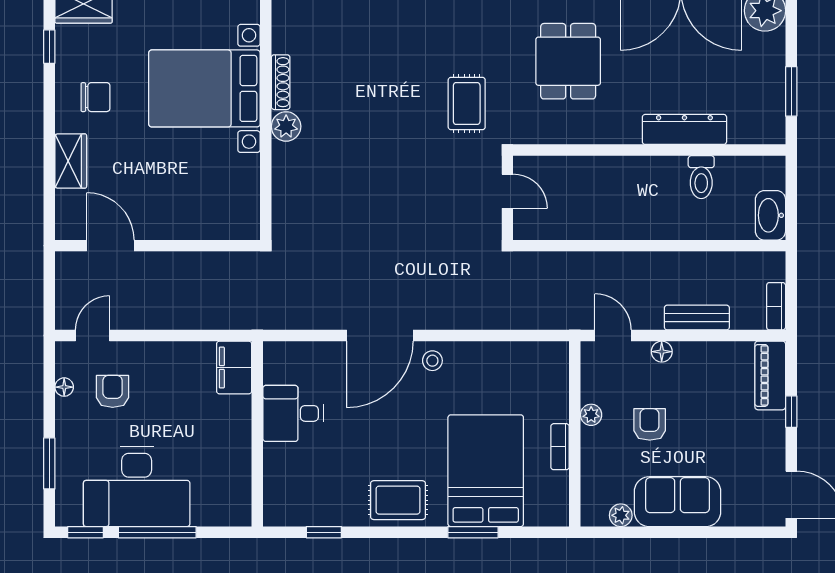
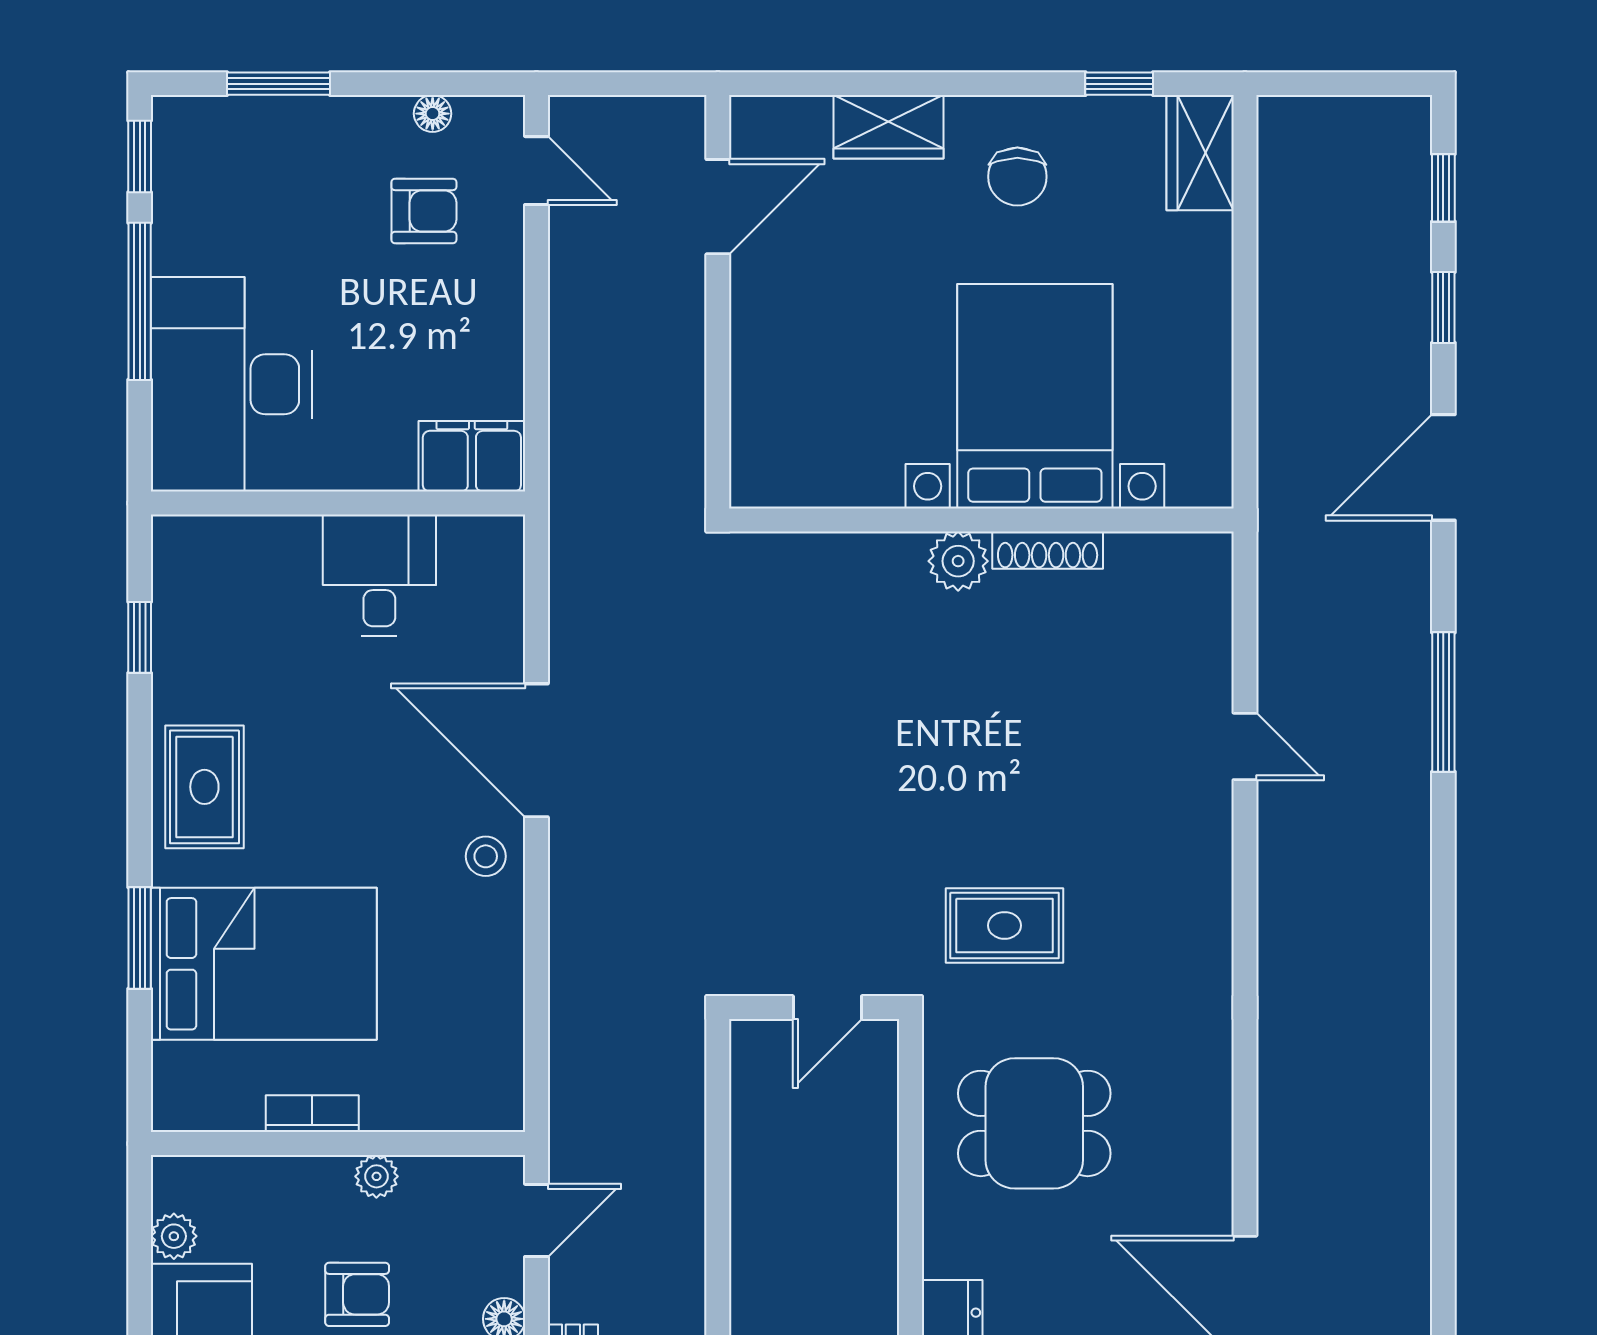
dining table: (568, 61) -> (1034, 1123), moved
desk: (137, 487) -> (231, 384), moved

